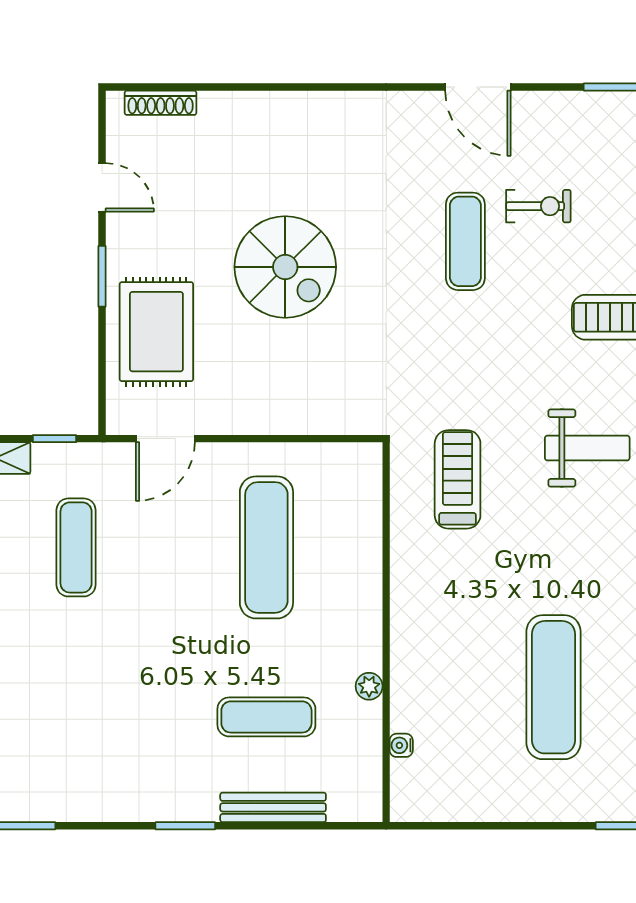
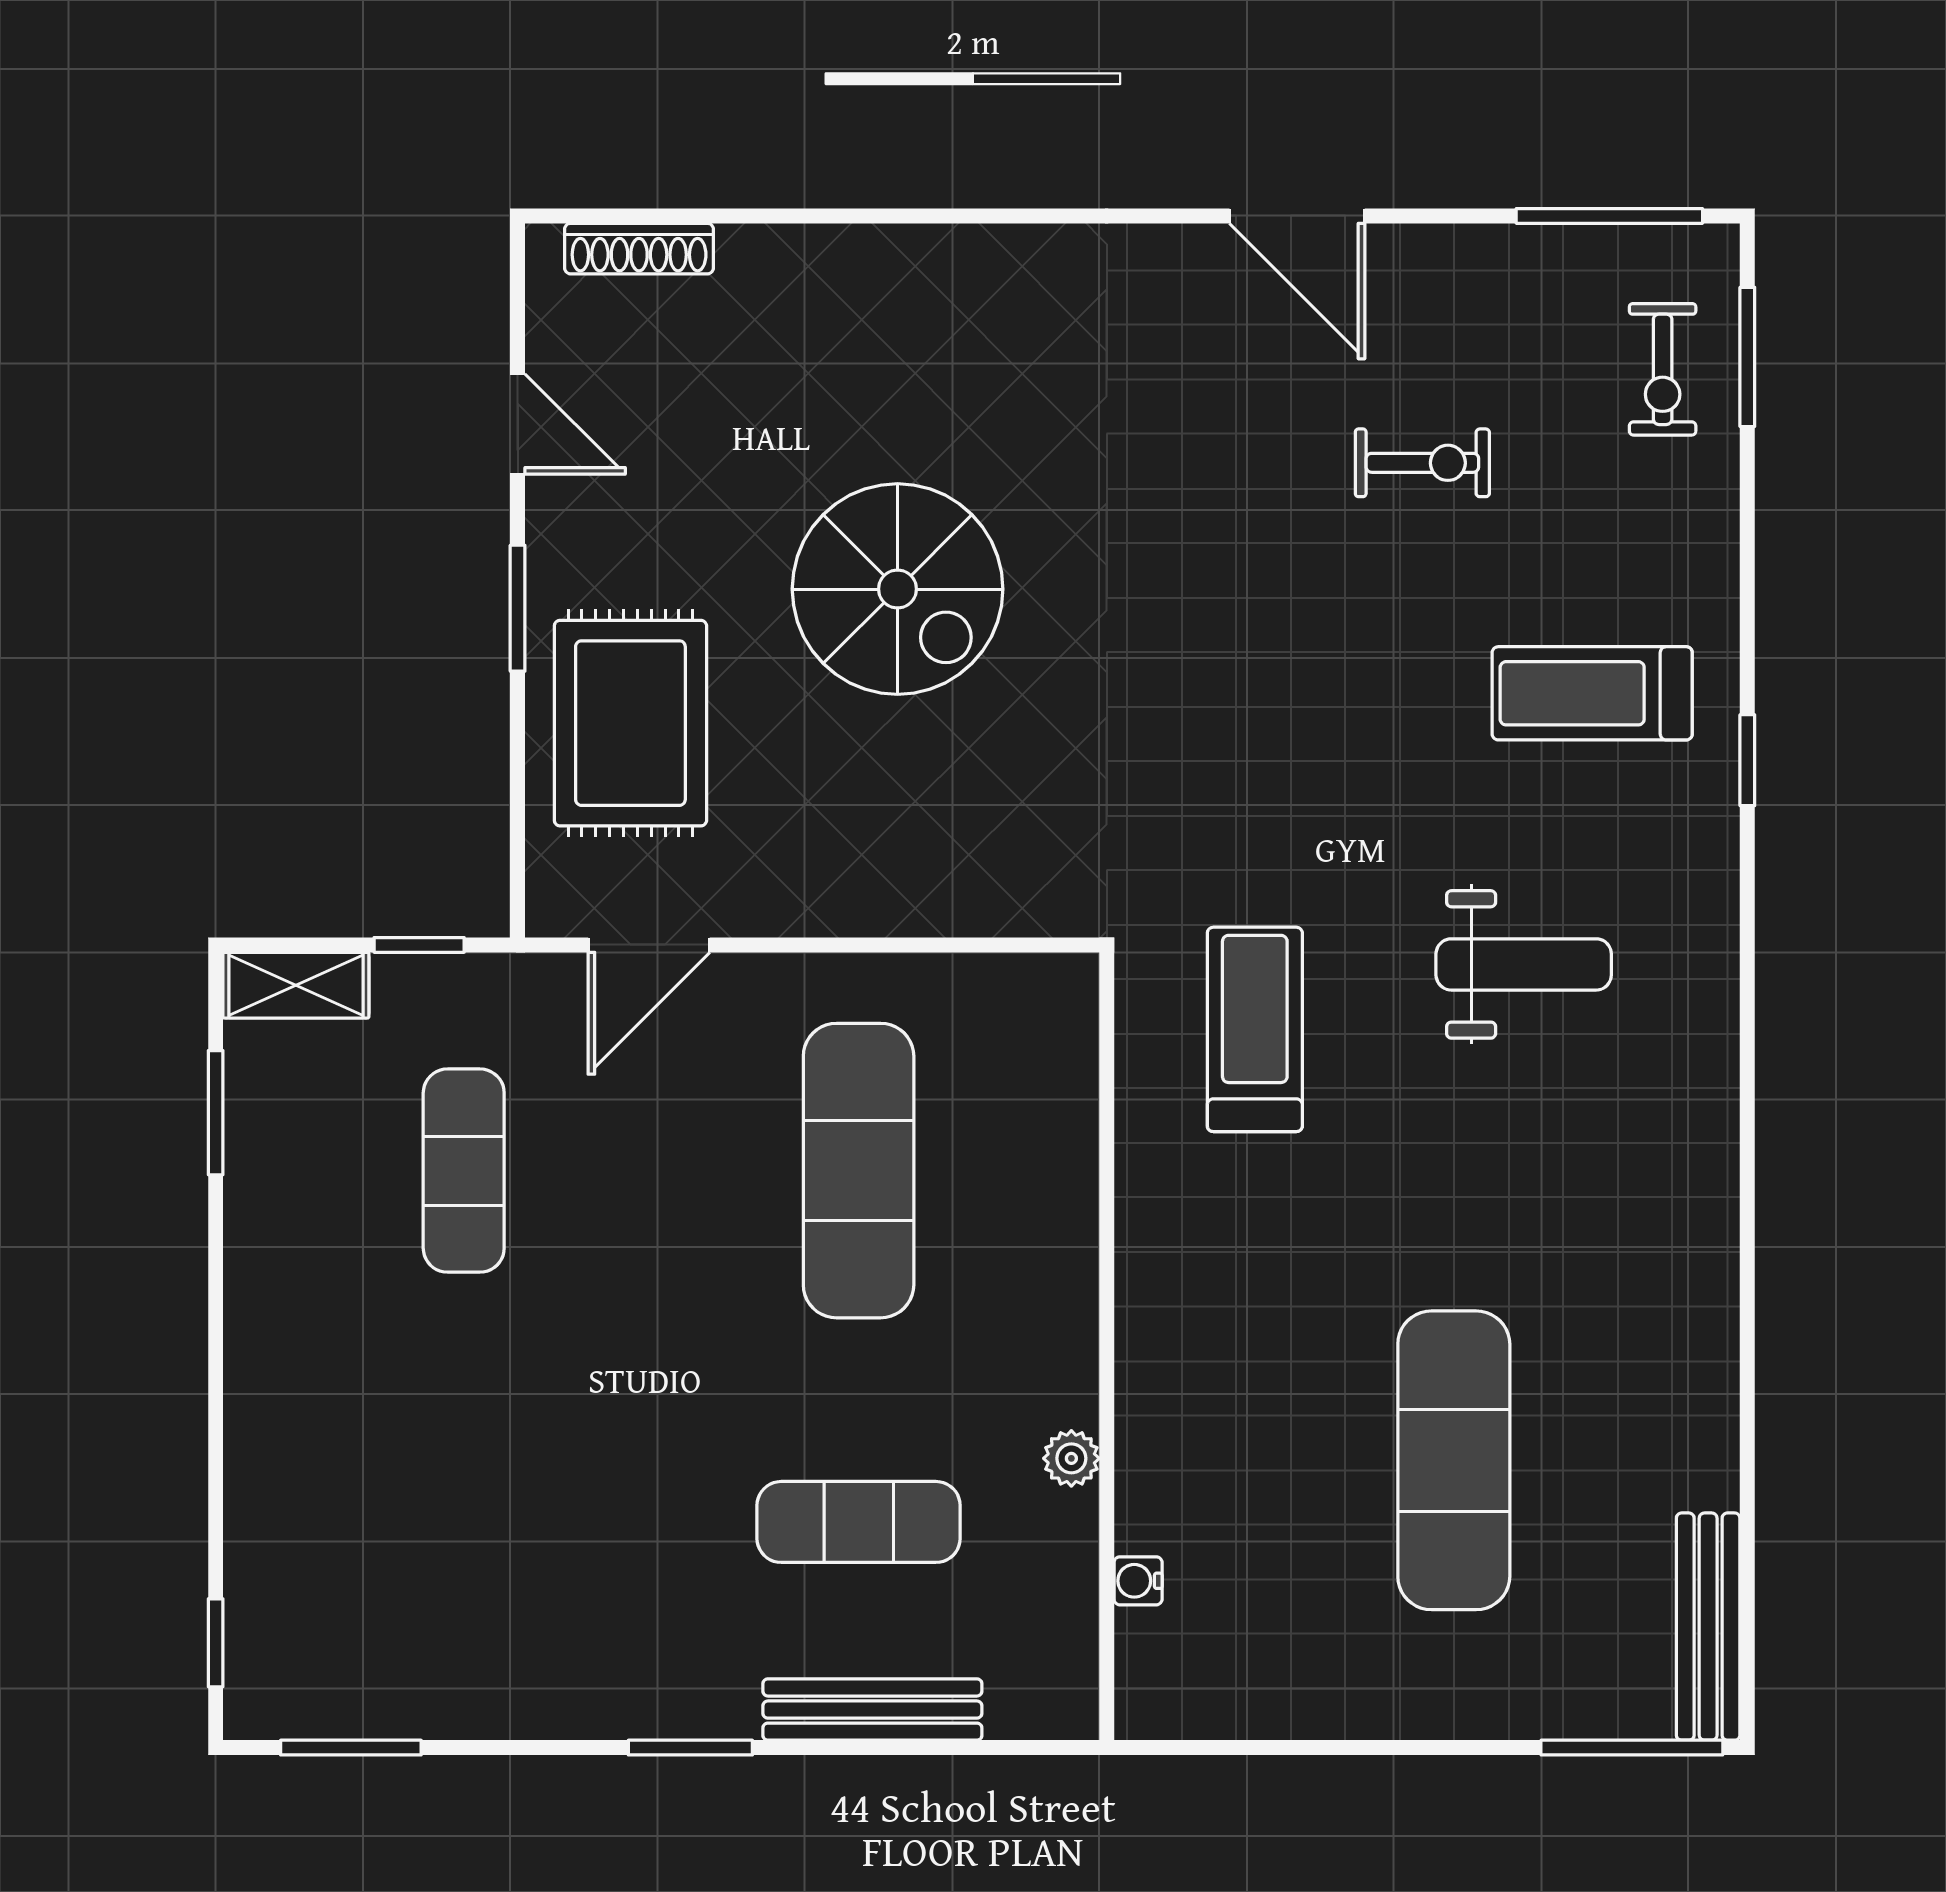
exercise mat: (465, 241) -> (1271, 536), removed

